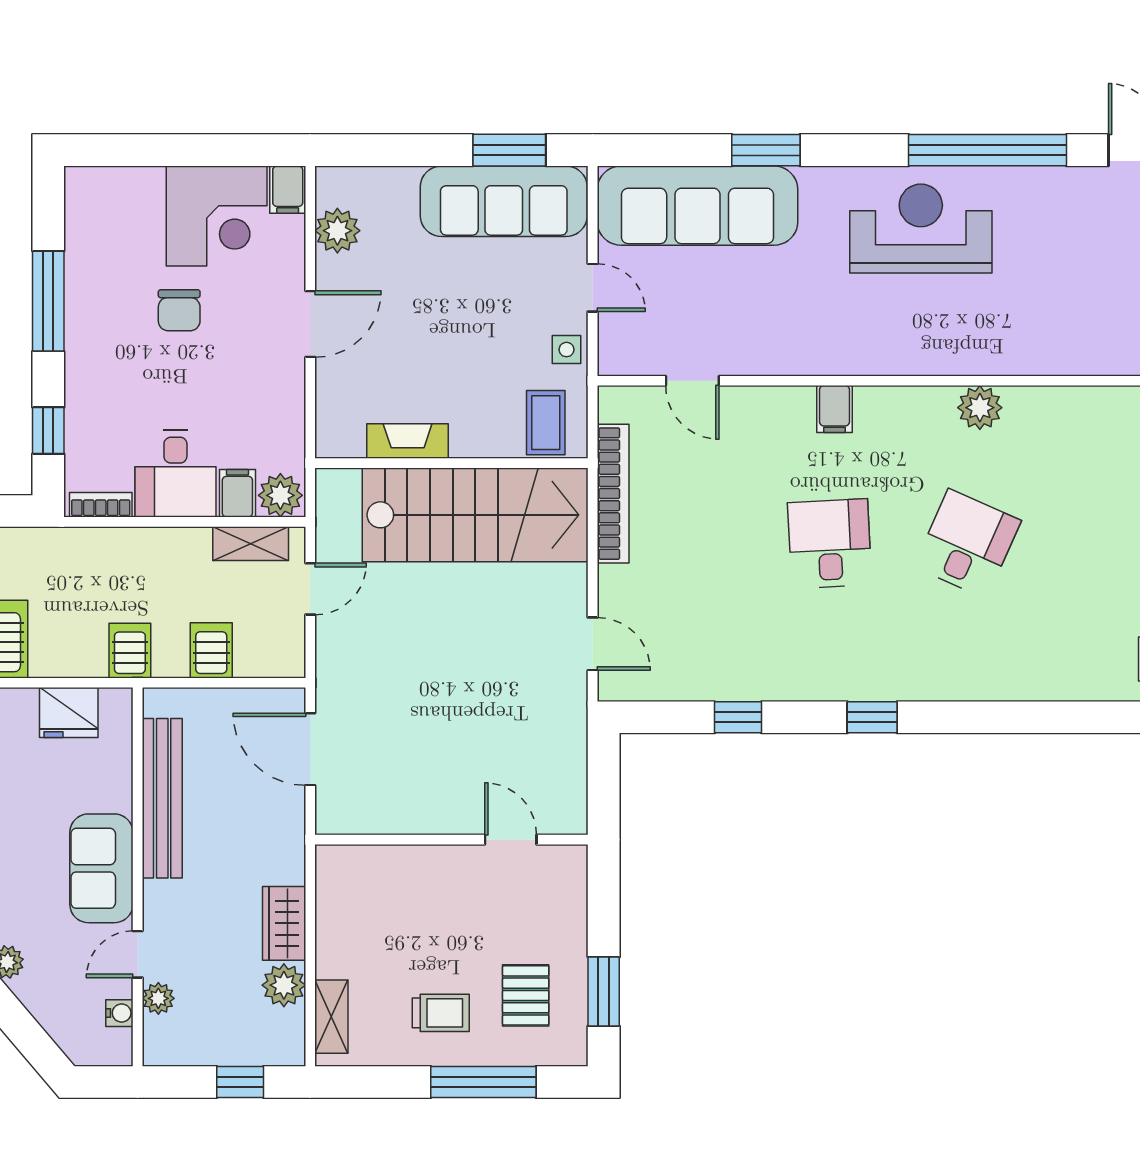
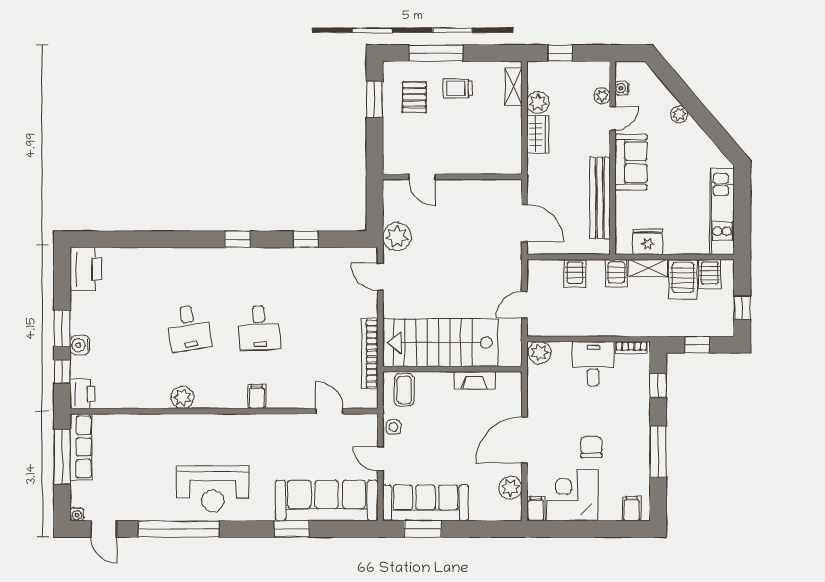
door: (310, 324) -> (524, 440), width x1.36
filing cabinet: (237, 493) -> (632, 509), moved, turned 180
shelving: (251, 544) -> (648, 268), moved
desk: (967, 544) -> (189, 328), turned -33
plant: (560, 723) -> (397, 237), added

